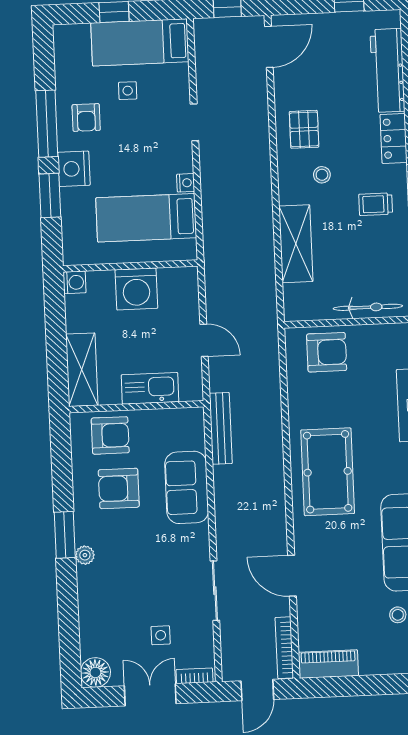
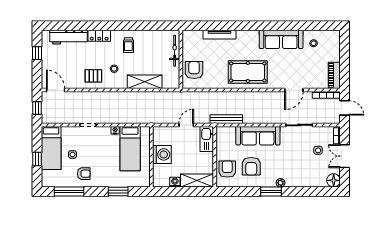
window: (47, 124) -> (69, 191), moved
nightstand: (74, 169) -> (107, 180), removed
washing machine: (74, 282) -> (175, 182), moved
kitchen sink: (150, 388) -> (207, 139), moved
sofa: (187, 487) -> (258, 136), width x1.36

